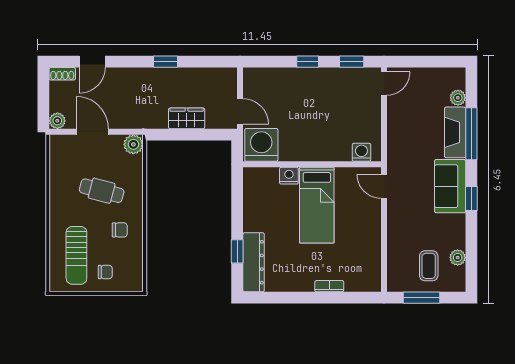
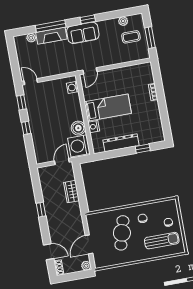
plant: (133, 144) -> (92, 219), removed
boiler: (291, 149) -> (78, 128), added
cafe table: (102, 191) -> (122, 233), width x1.37, depth x1.35
dresser: (254, 262) -> (121, 143), moved

